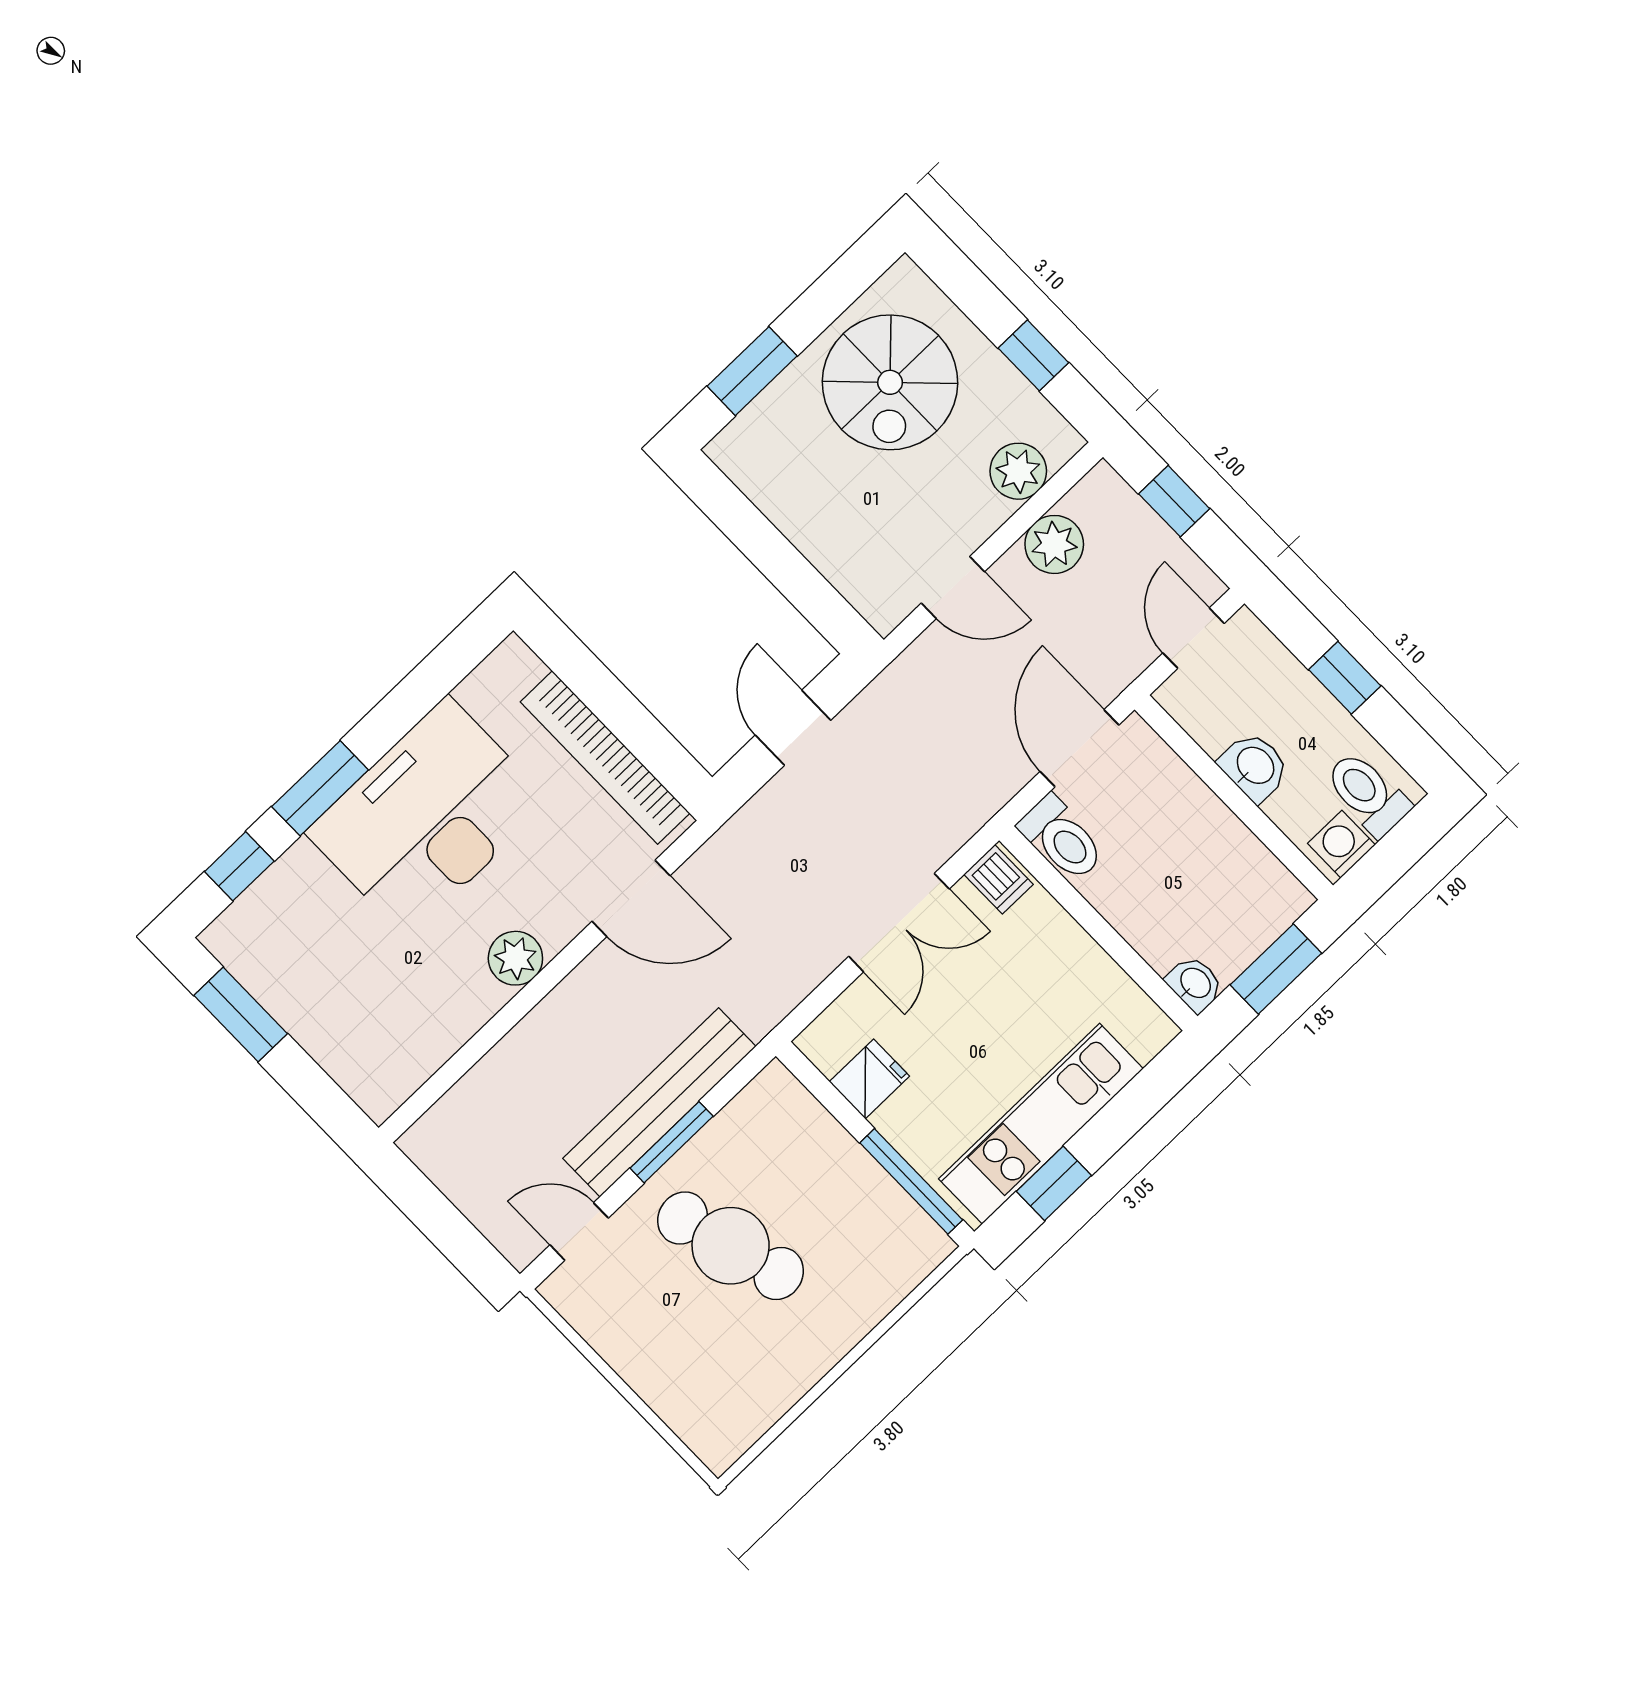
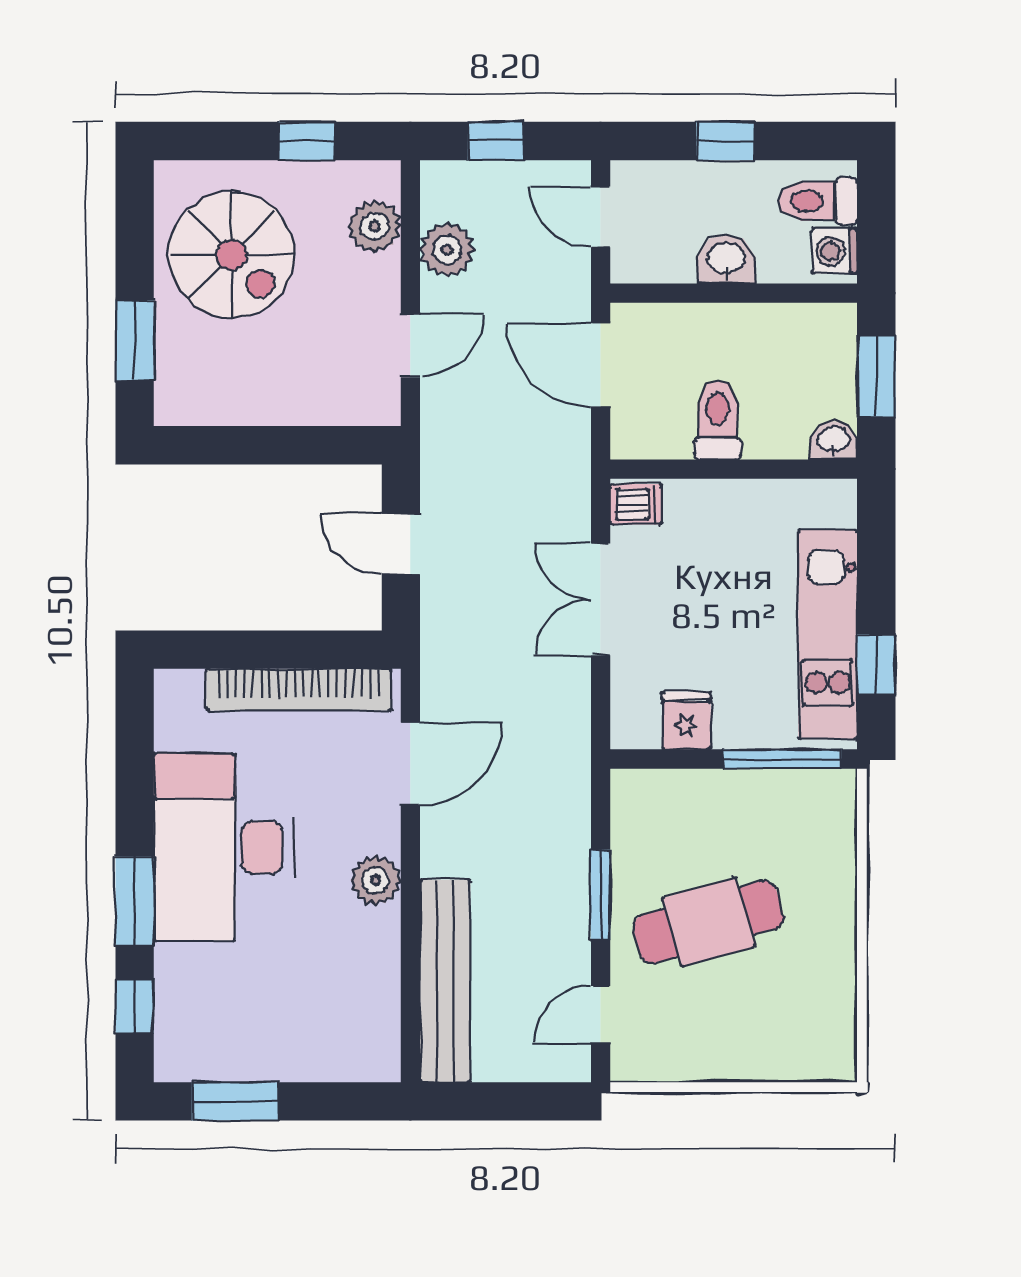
toilet: (1062, 839) -> (718, 420), moved, turned -90
double door: (899, 923) -> (601, 599), swing flipped
bench: (659, 1102) -> (445, 981), moved

